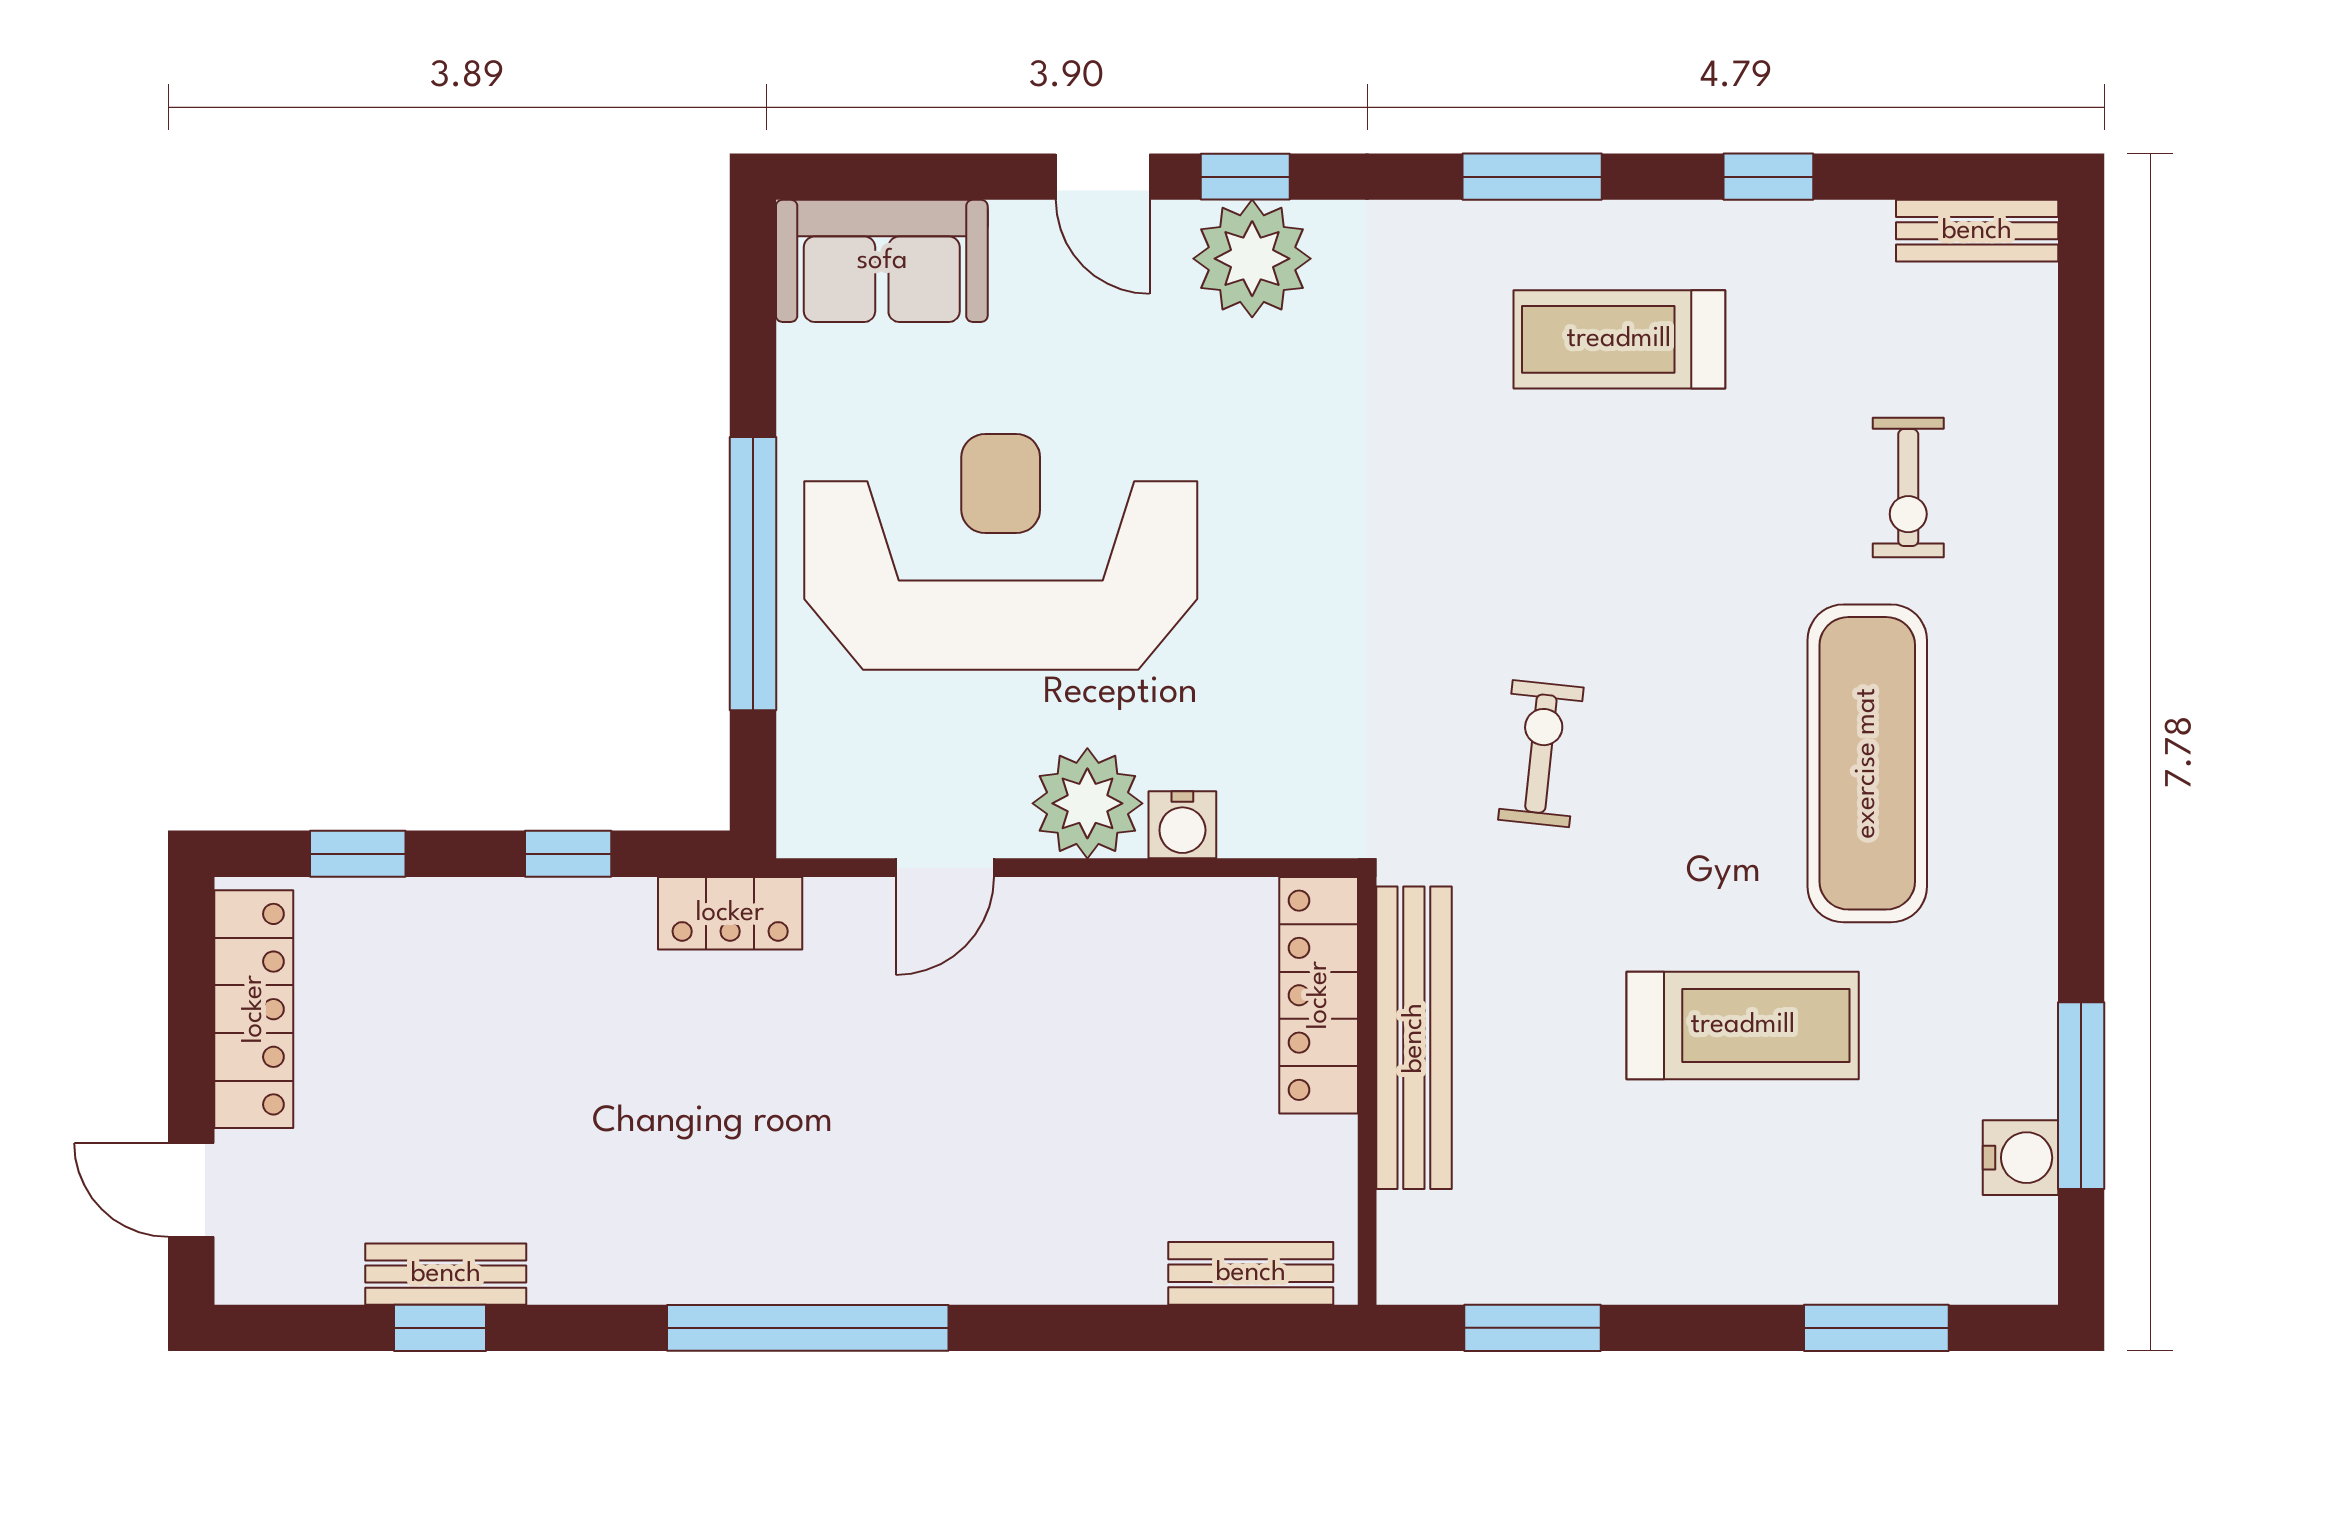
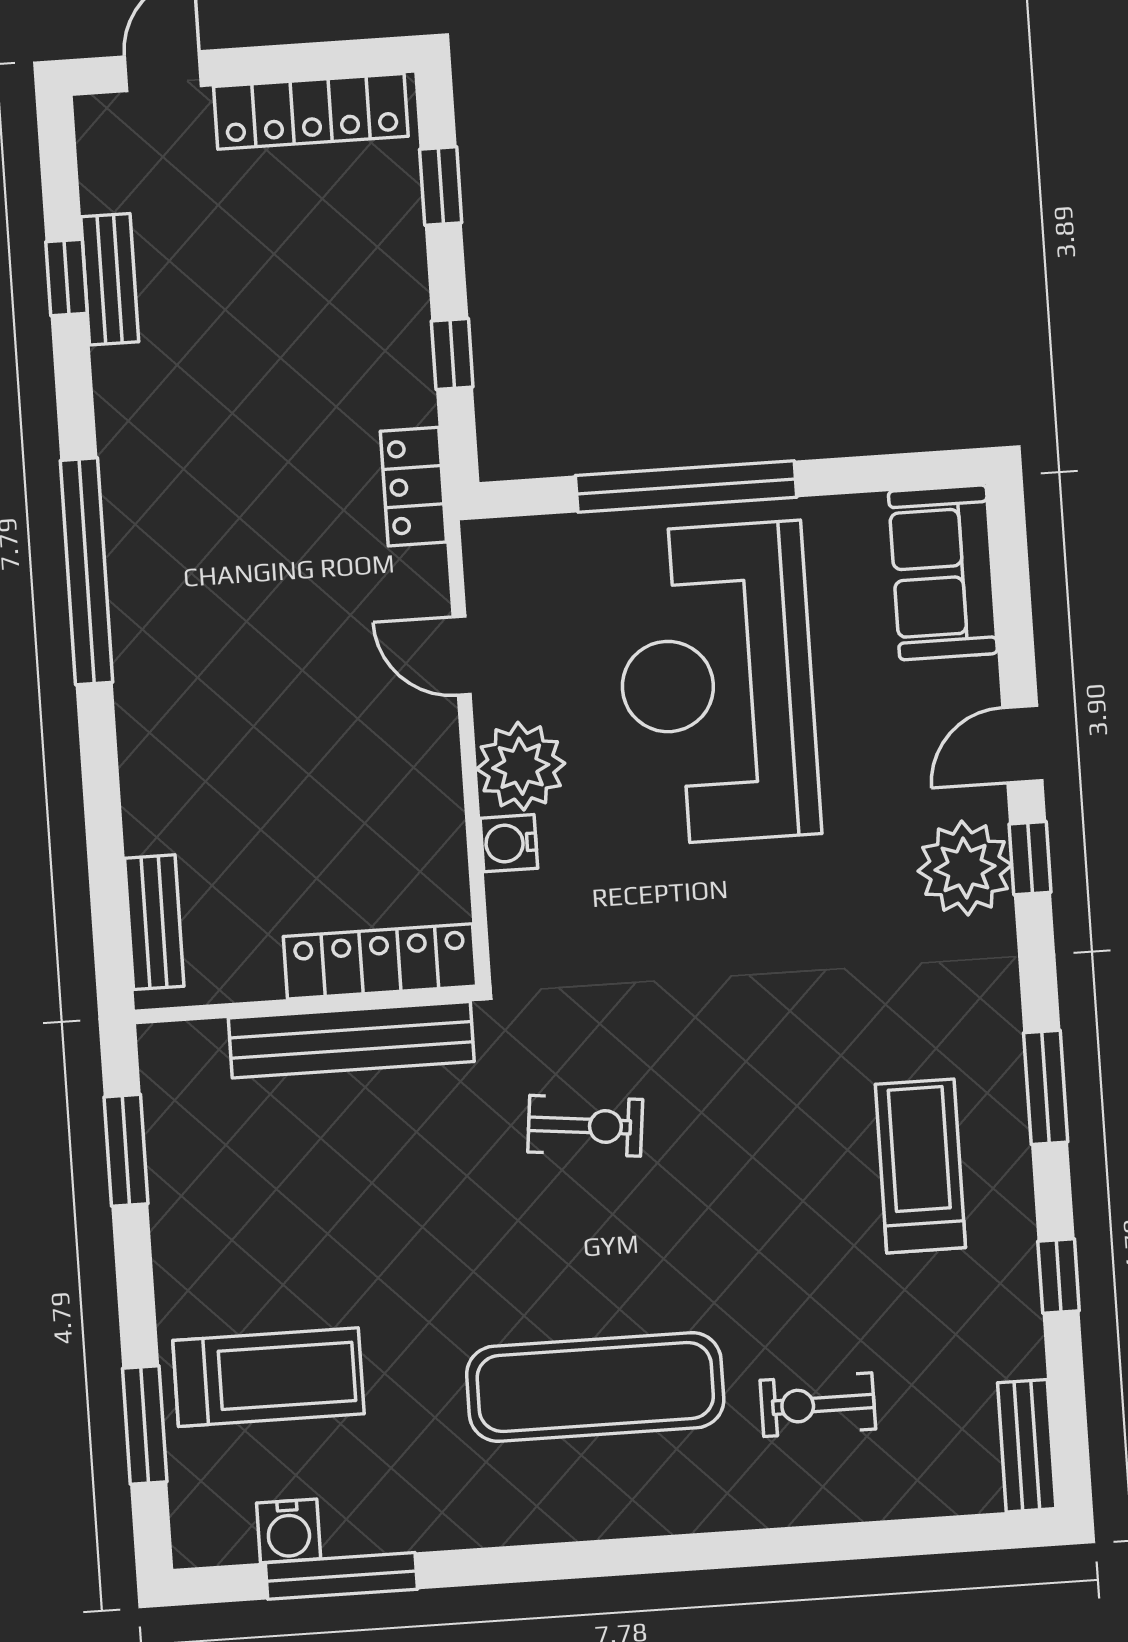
reception desk: (1001, 552) -> (717, 683), turned 180
treadmill: (1743, 1025) -> (268, 1377), moved, turned -90

